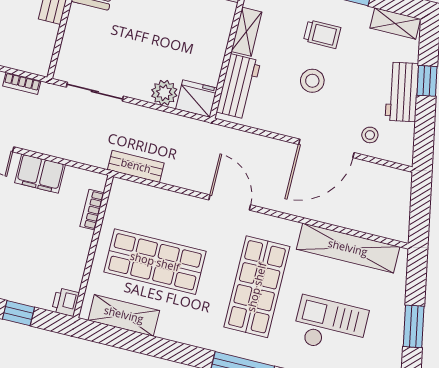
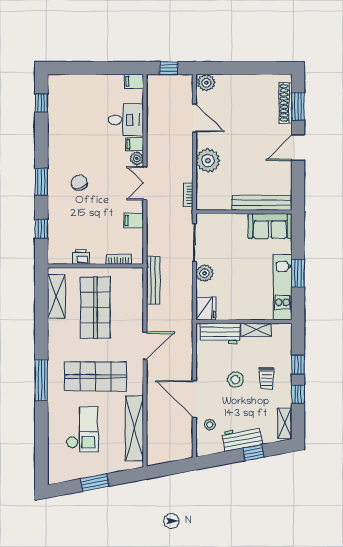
plant: (164, 93) -> (205, 273), moved
bench: (136, 166) -> (153, 280), width x1.36
filing cabinet: (40, 174) -> (134, 221), width x0.50
printer: (65, 302) -> (81, 257), moved

